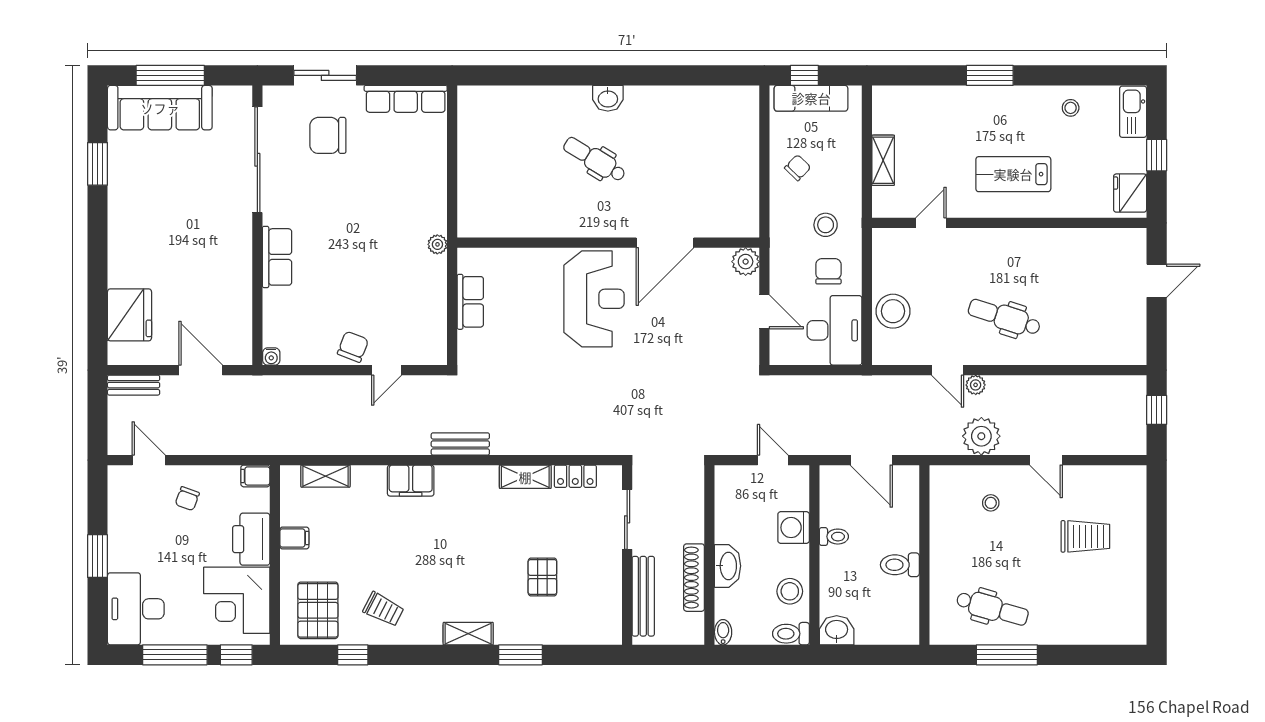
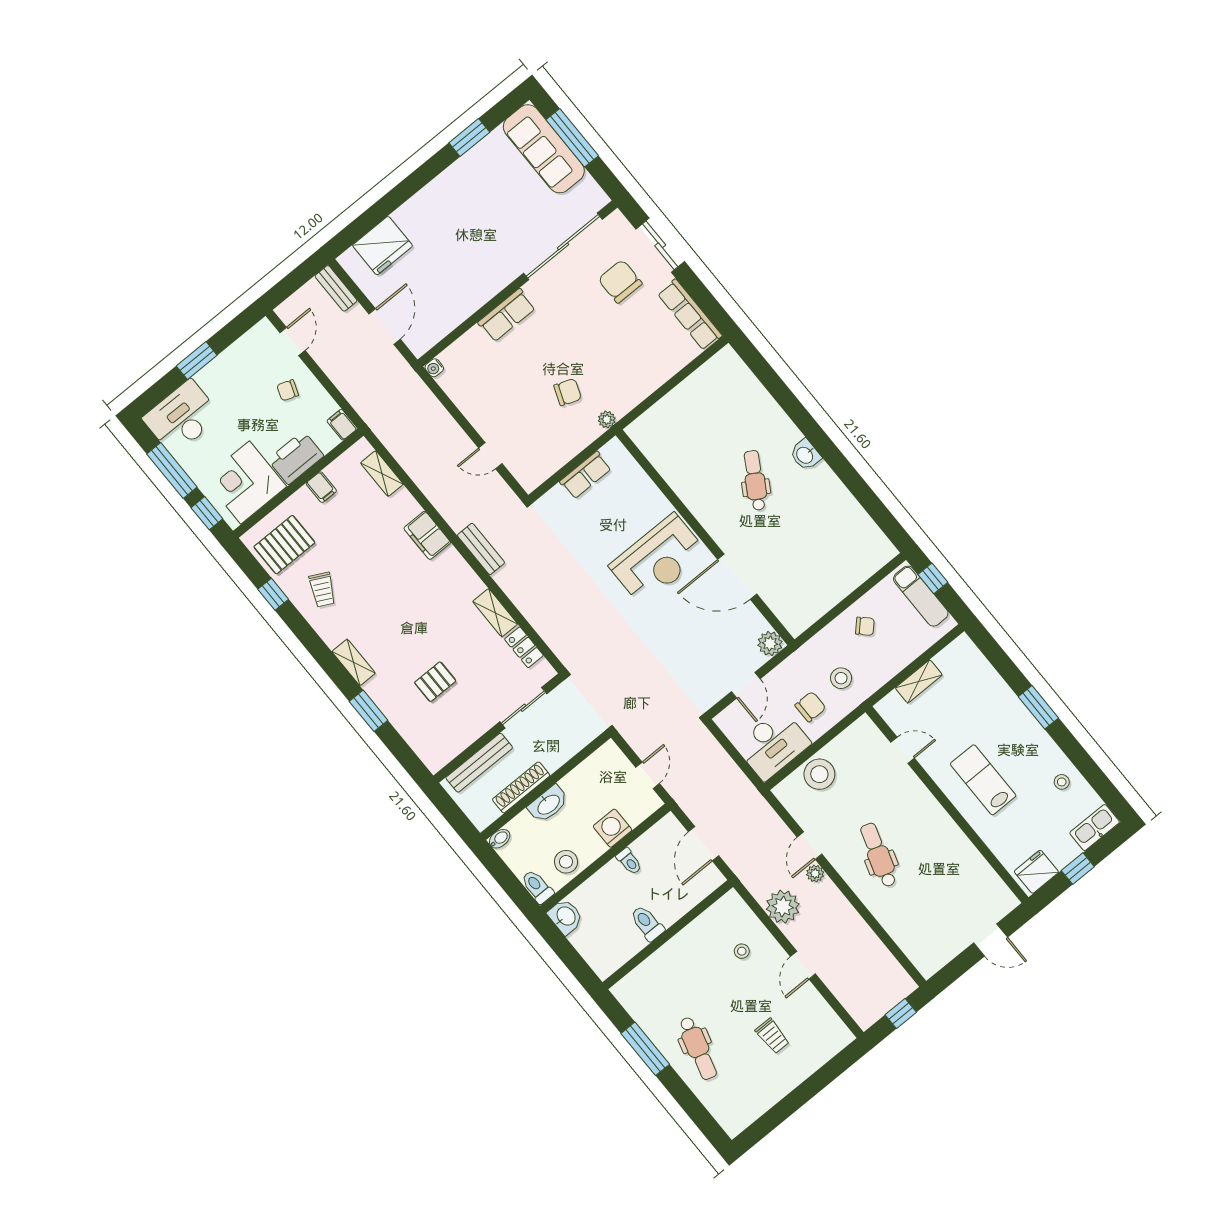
chair: (353, 347) -> (568, 392), moved
trolley: (1085, 536) -> (772, 1036), width x0.73, depth x0.72
dental chair: (992, 608) -> (698, 1048), moved

